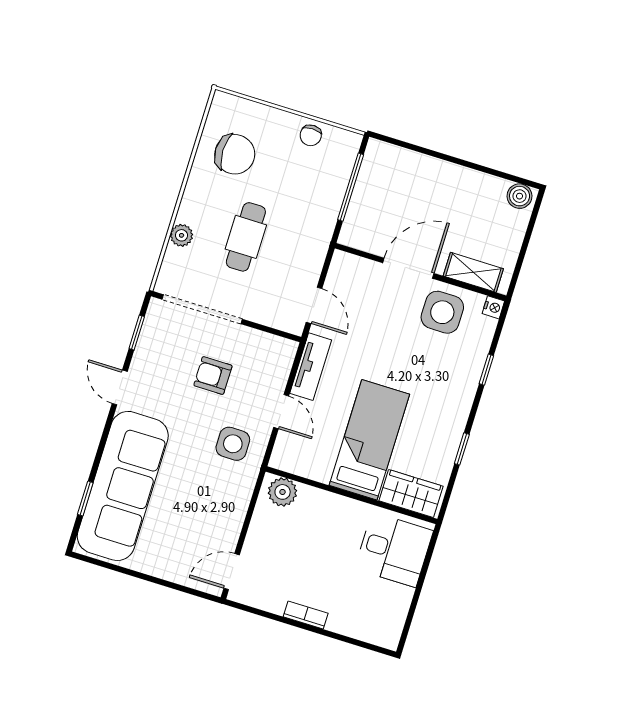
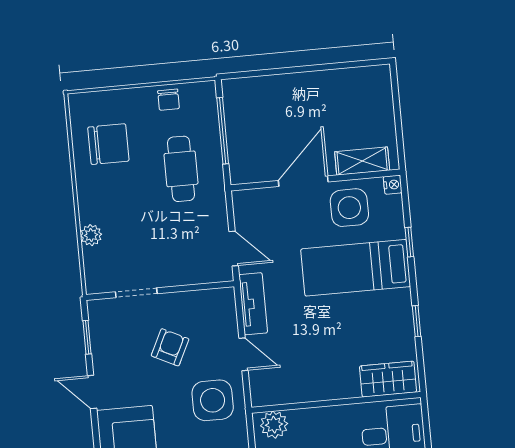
boiler: (520, 196) -> (375, 77), removed
cafe table: (246, 237) -> (181, 169), moved
doorway: (202, 309) -> (136, 293), width x0.53
armchair: (213, 376) -> (170, 347), turned 116
bed: (369, 440) -> (356, 268), moved, turned -90
side table: (233, 444) -> (213, 400), width x1.37, depth x1.37

